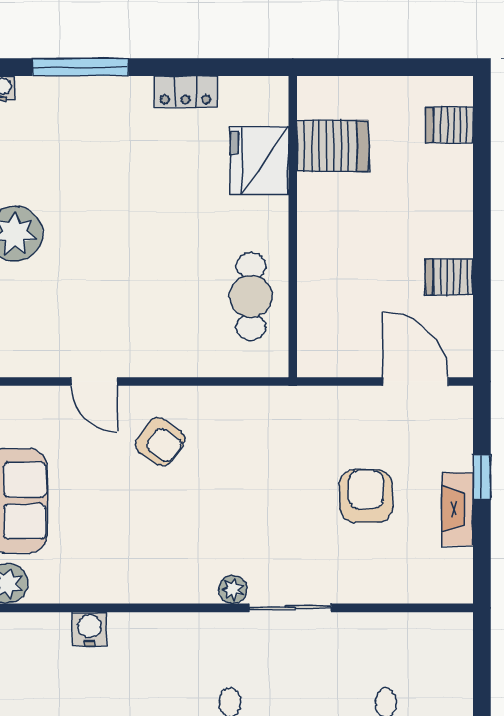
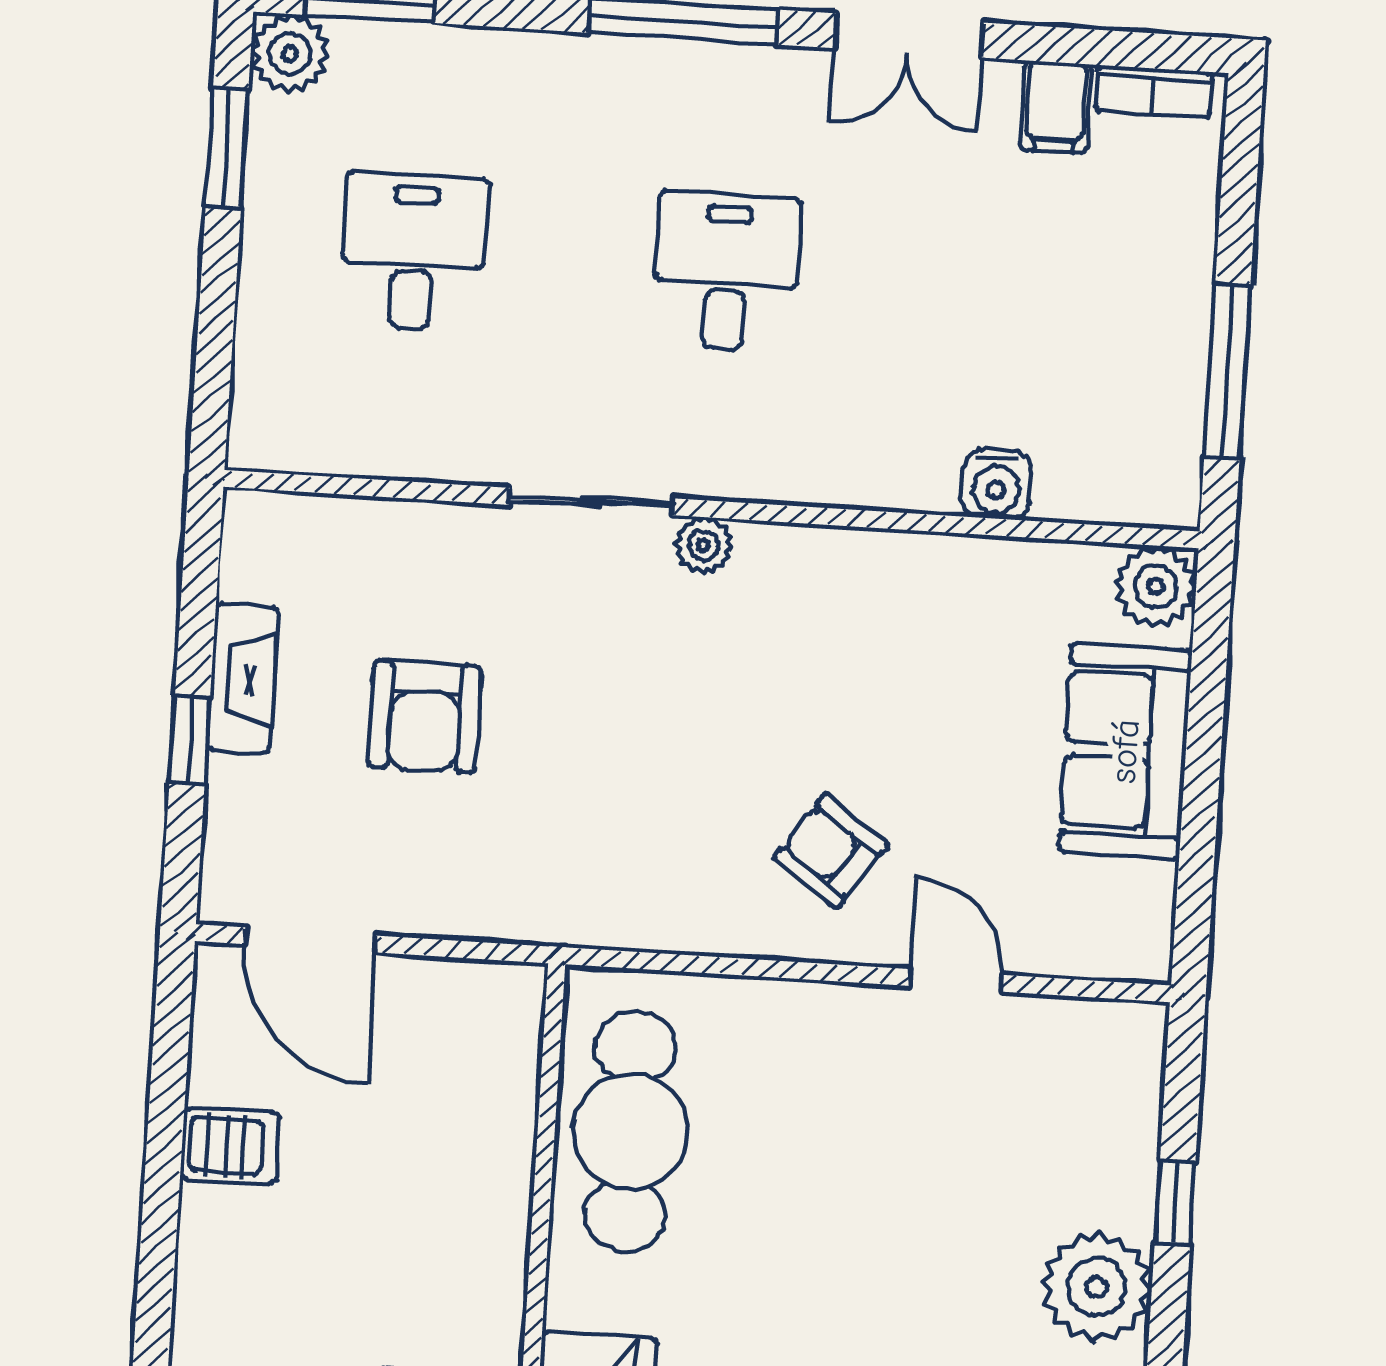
cafe table: (251, 296) -> (630, 1131), width x1.37, depth x1.35

